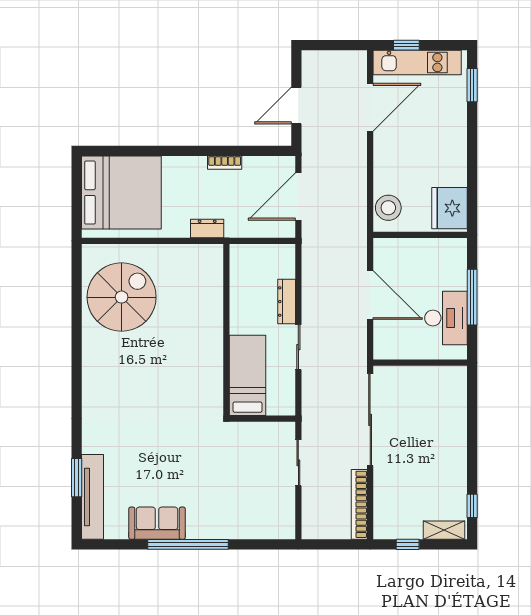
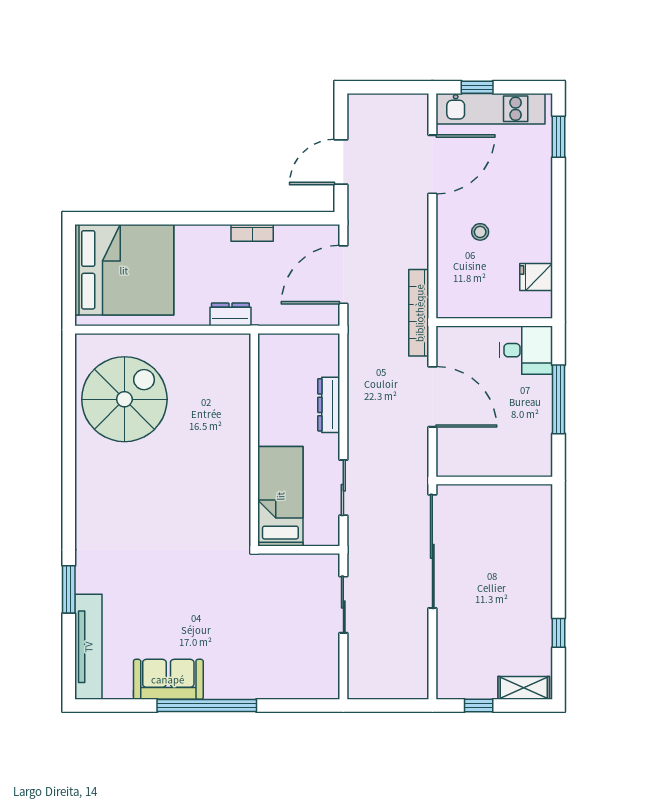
stool: (388, 208) -> (480, 232), moved, width x0.53, depth x0.53
fridge: (450, 208) -> (536, 277), width x0.53, depth x0.75
desk: (446, 318) -> (526, 350), moved, width x0.73
sliding door: (298, 347) -> (343, 488), moved
window: (77, 478) -> (69, 589), moved
bookcase: (359, 504) -> (419, 313), moved
window: (472, 506) -> (558, 633), moved

